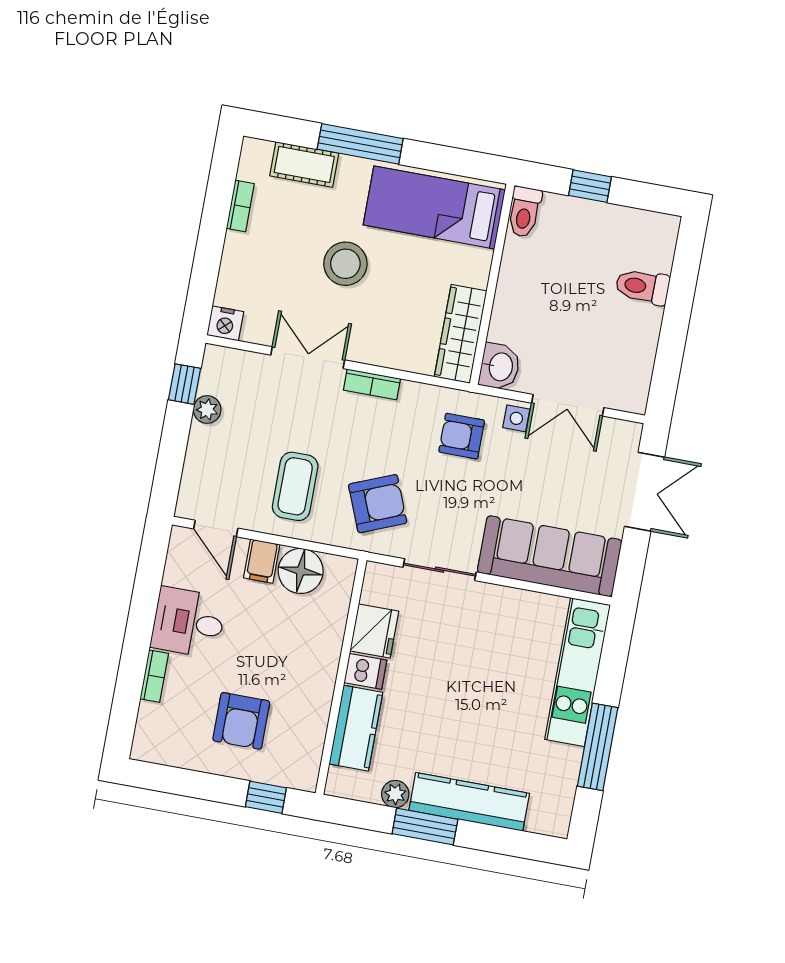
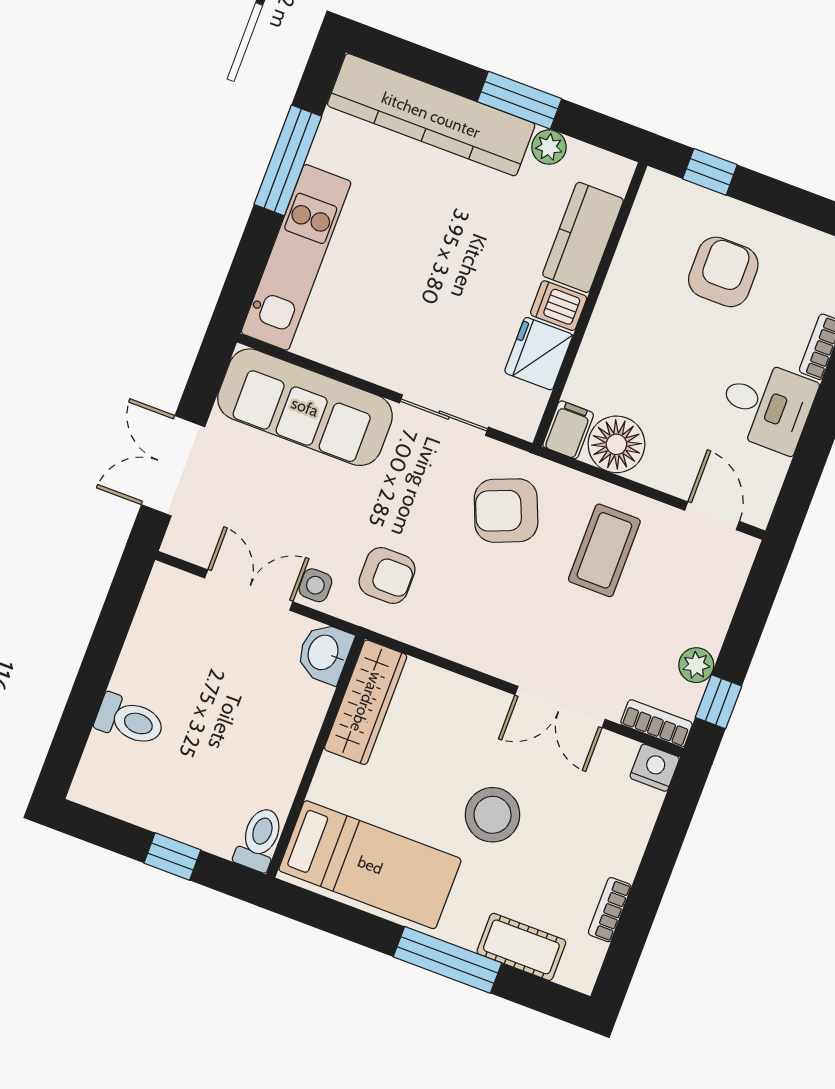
bookcase: (372, 384) -> (657, 723), moved
filing cabinet: (262, 561) -> (568, 430), moved
kitchen counter: (469, 802) -> (431, 115), width x1.39, depth x1.17

